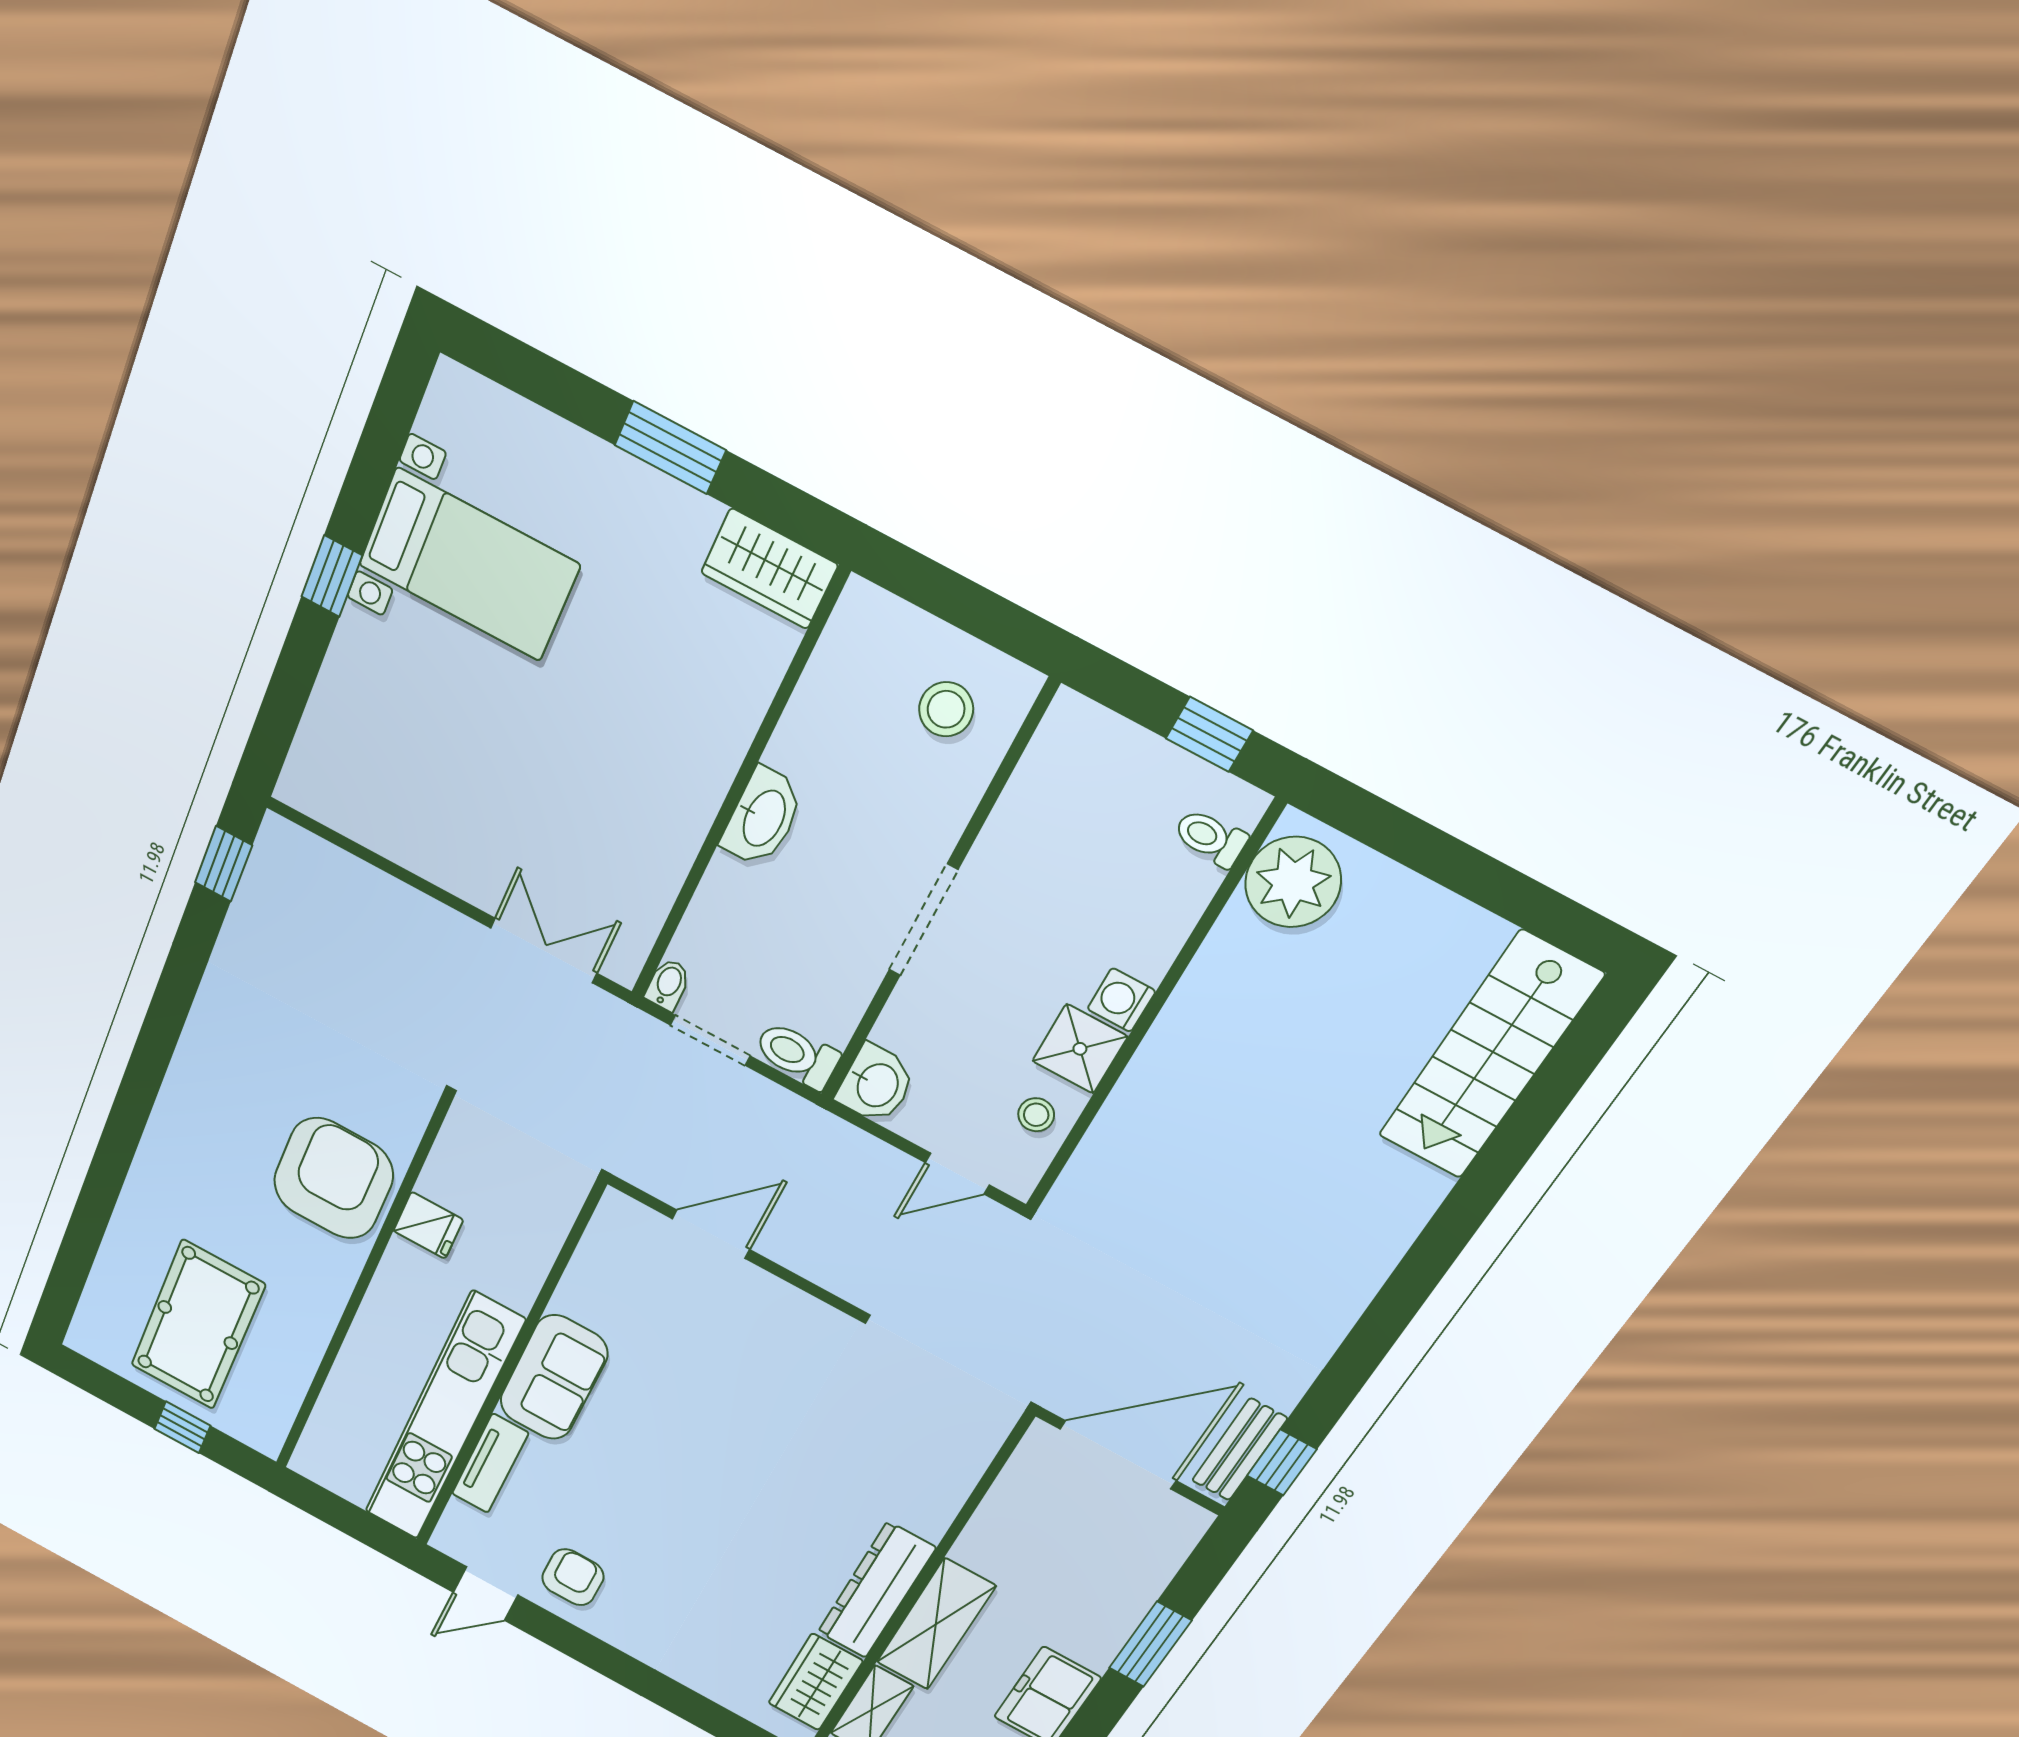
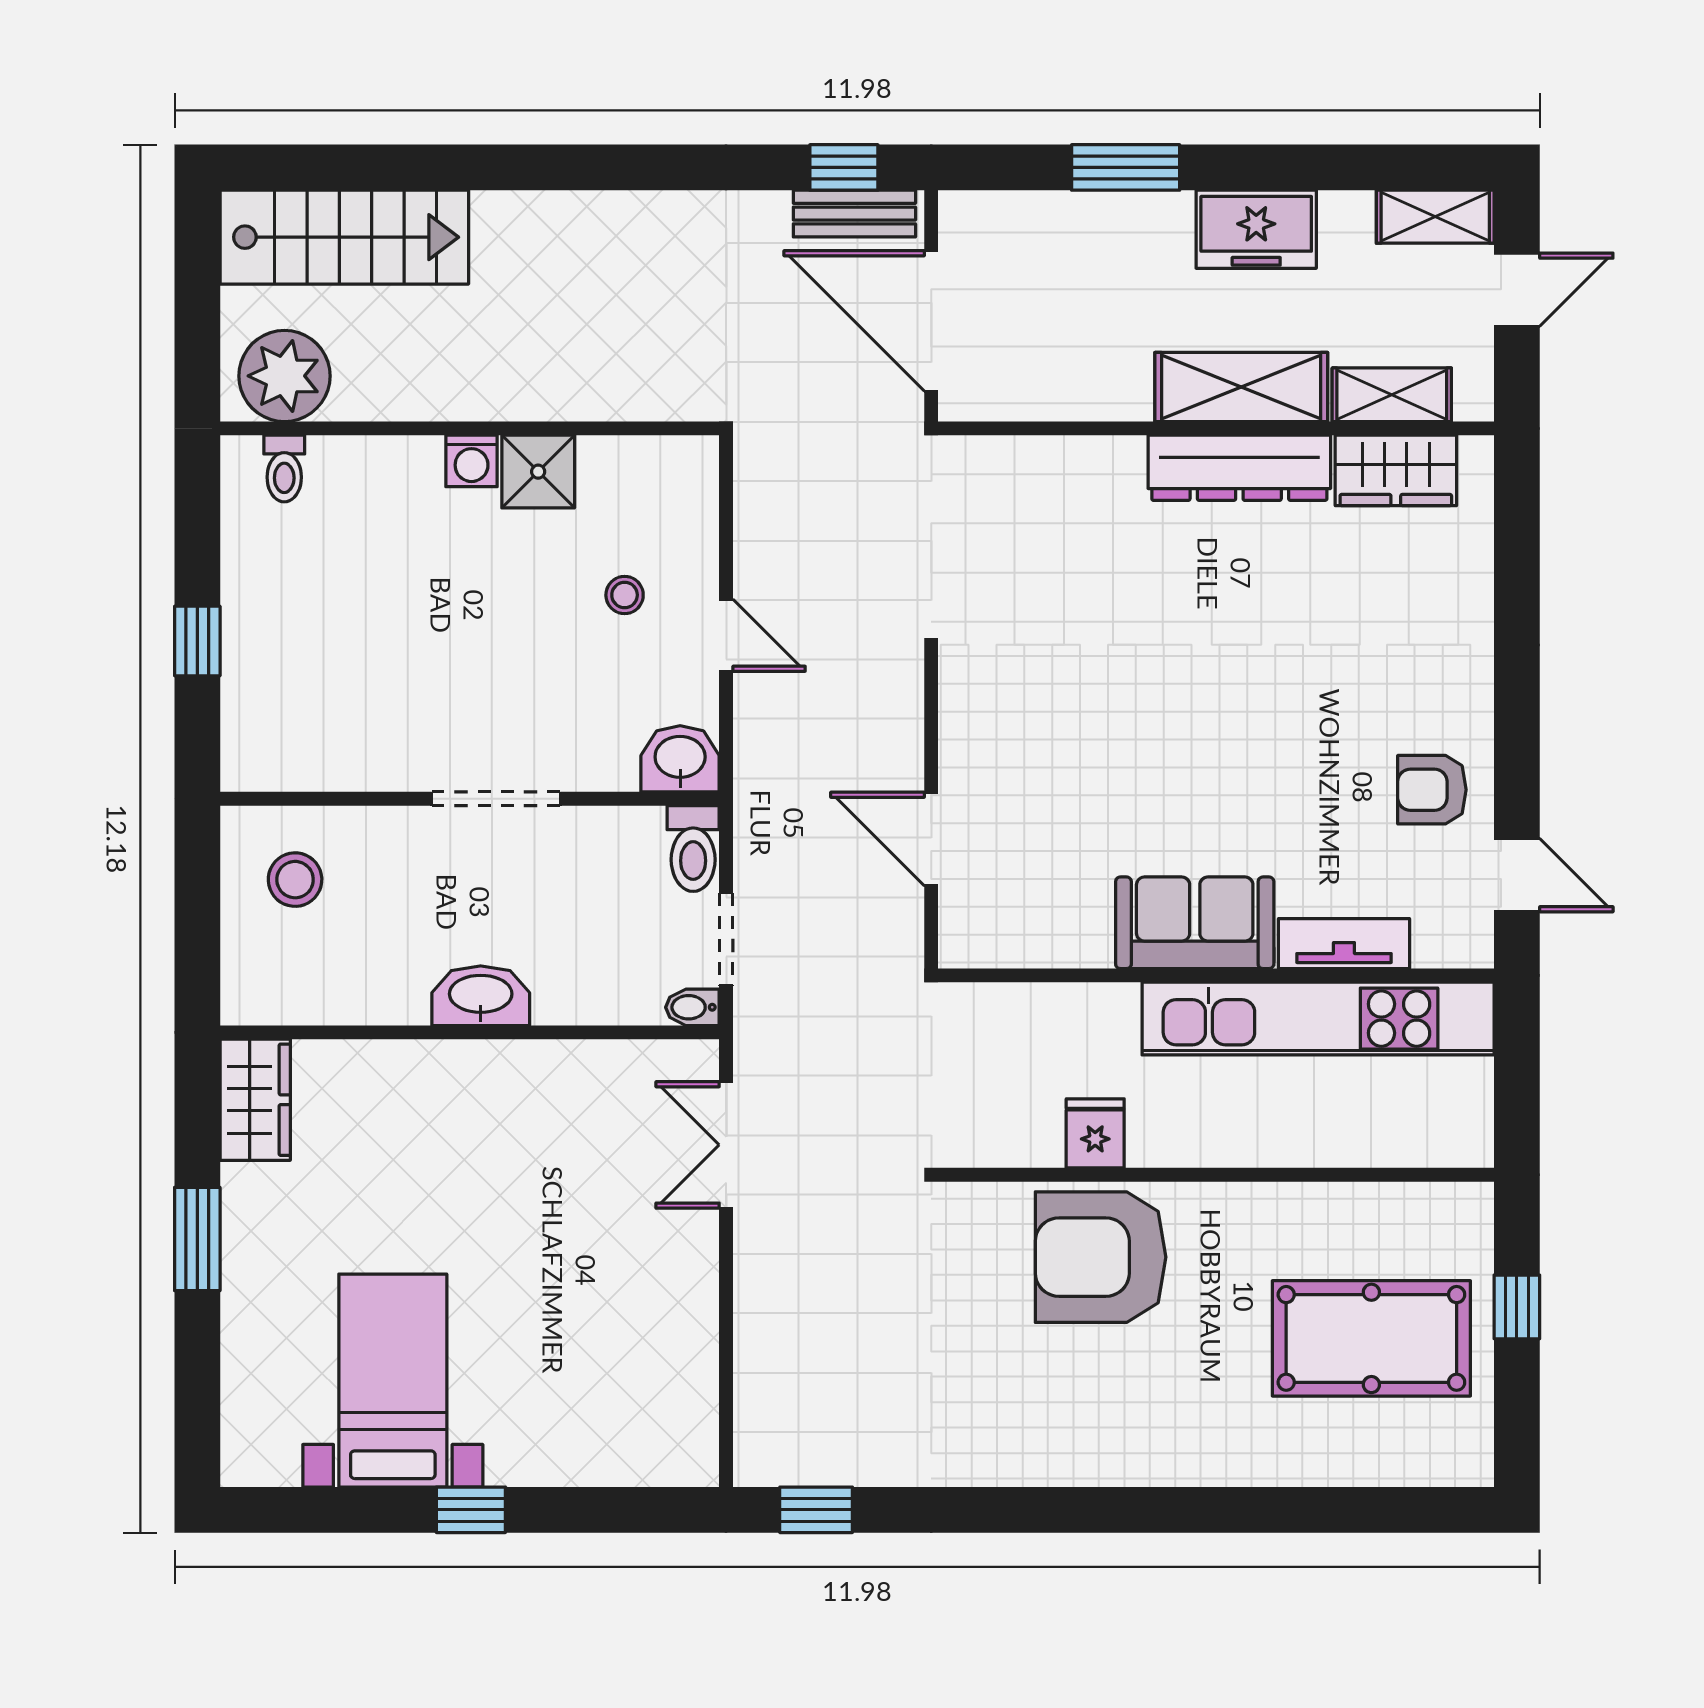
toilet: (1210, 838) -> (284, 469), moved
plant: (1293, 882) -> (284, 376), moved
washing machine: (1121, 1000) -> (472, 461), moved
wall: (1150, 1013) -> (470, 428), moved
shower: (1080, 1049) -> (538, 472), moved

